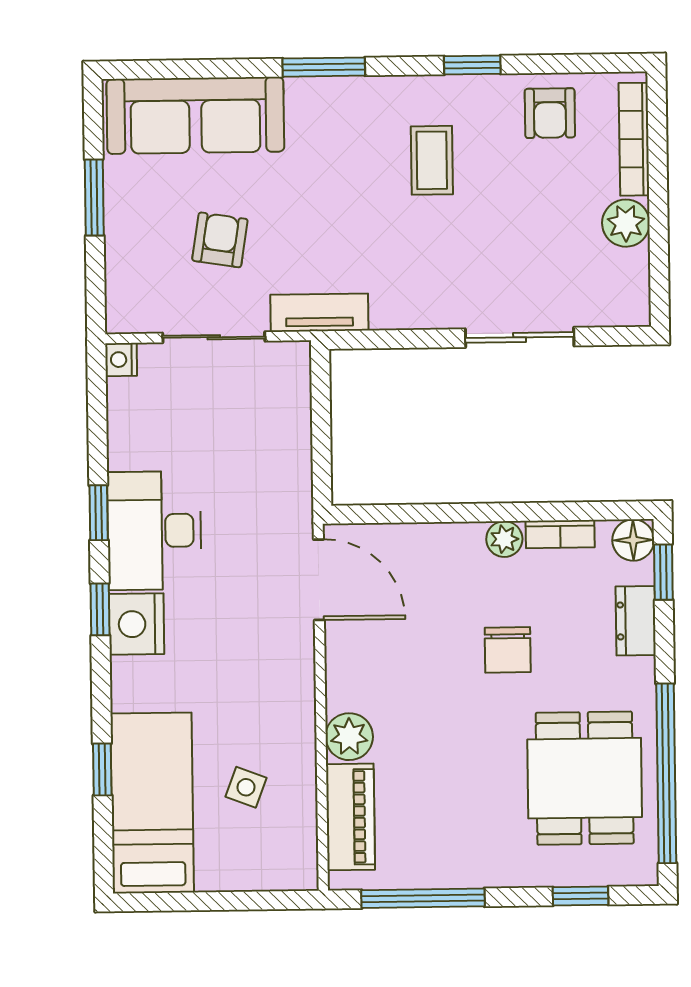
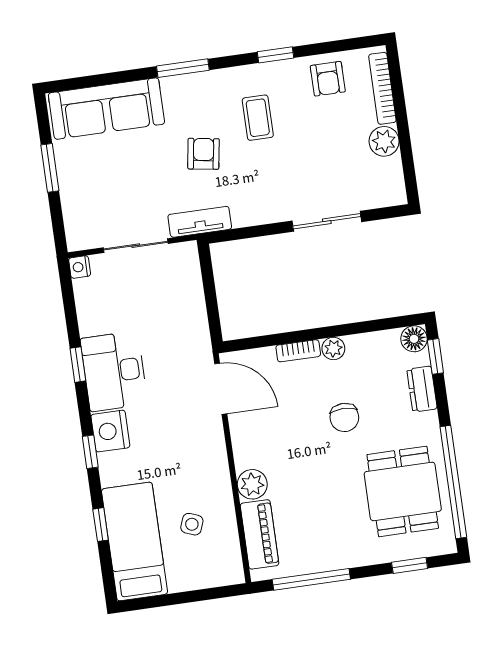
armchair: (220, 240) -> (203, 154), moved
bookcase: (560, 534) -> (298, 351), moved
window: (100, 609) -> (90, 452), moved

